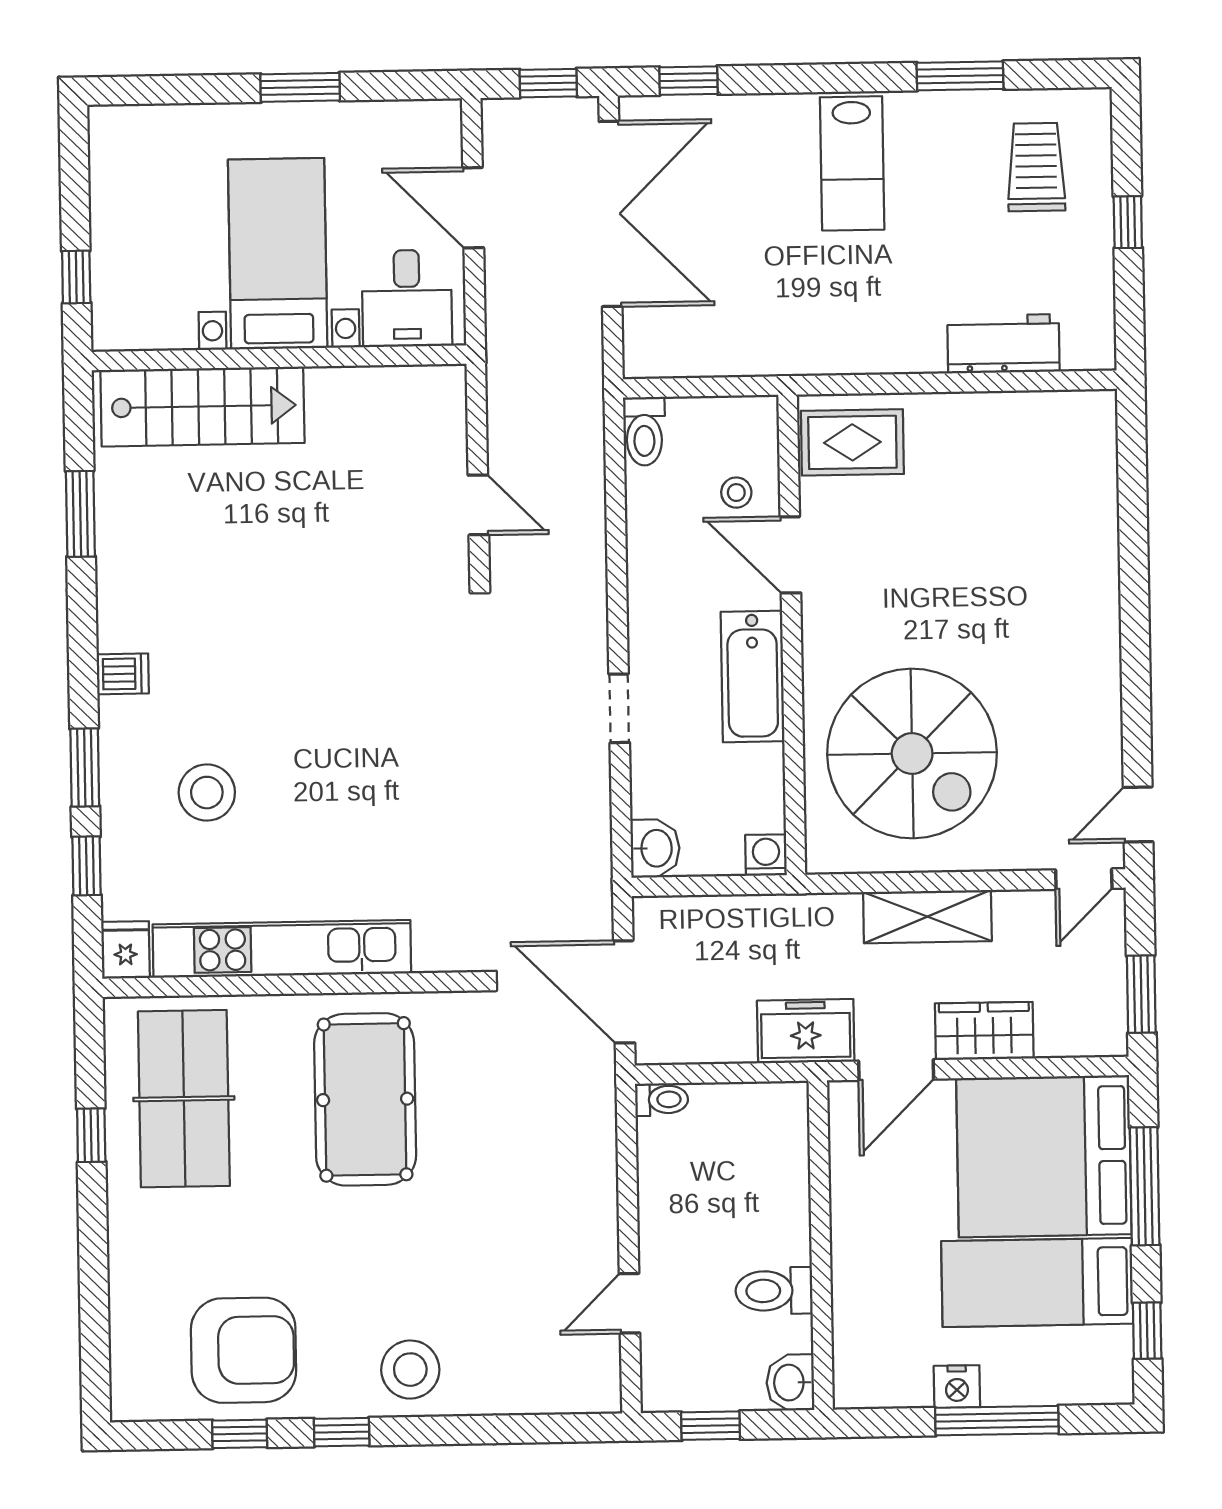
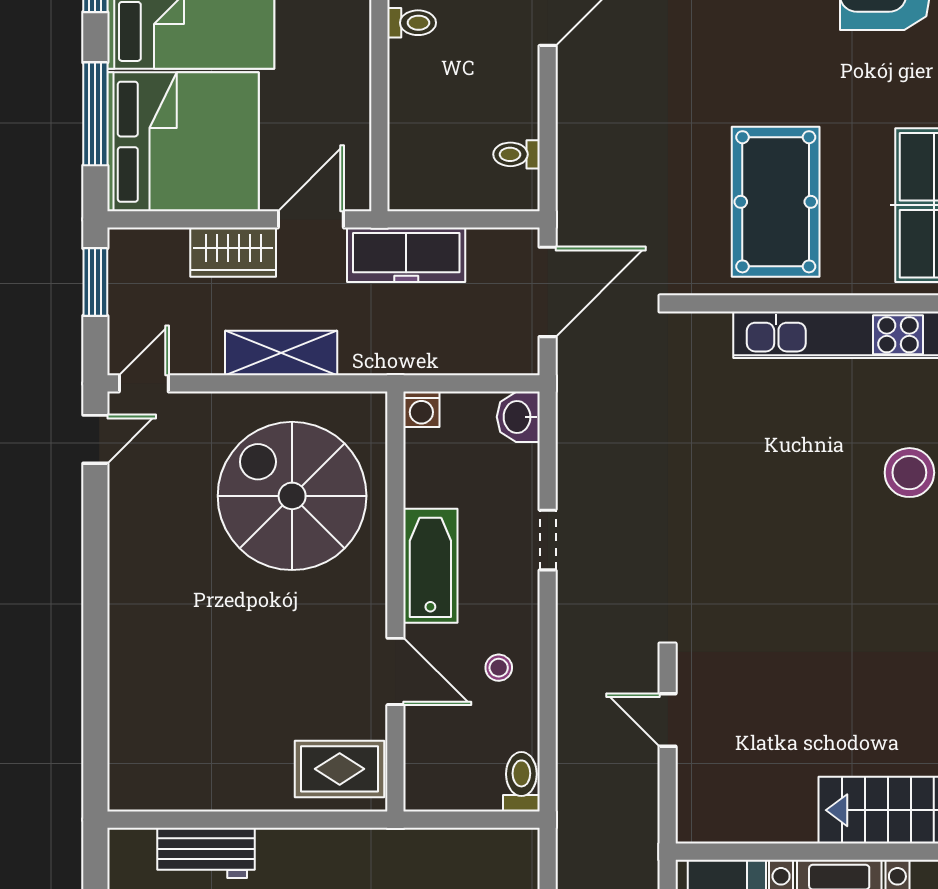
stool: (736, 493) -> (499, 668), moved
door: (624, 992) -> (548, 292), hinge flipped
freezer: (806, 1031) -> (406, 255), width x1.40
toilet: (662, 1100) -> (516, 154), moved
toilet: (774, 1291) -> (412, 23), width x0.73, depth x0.72

